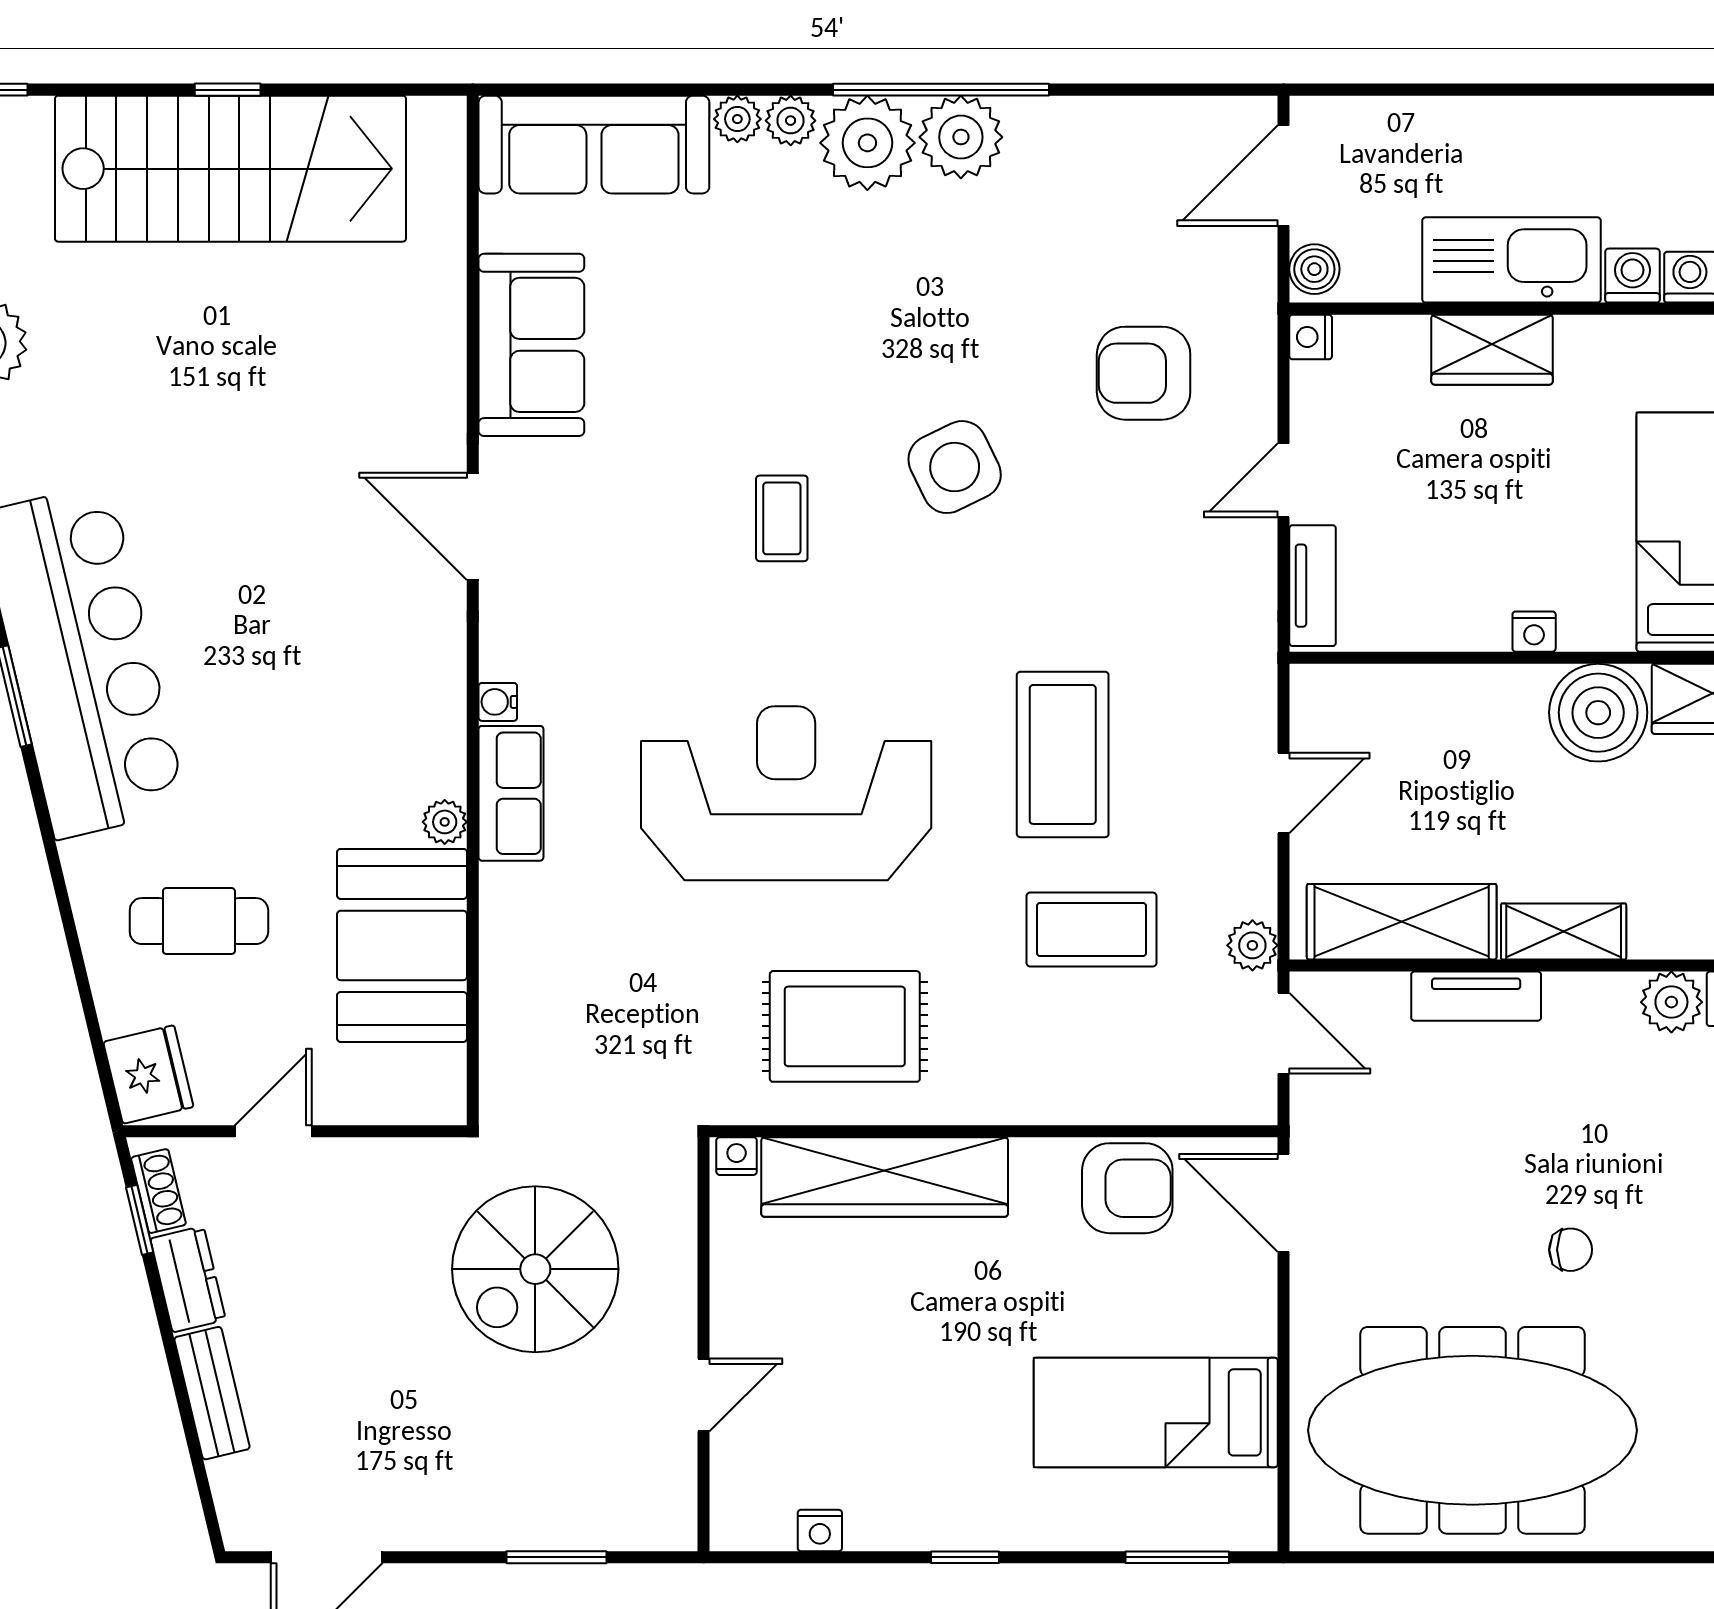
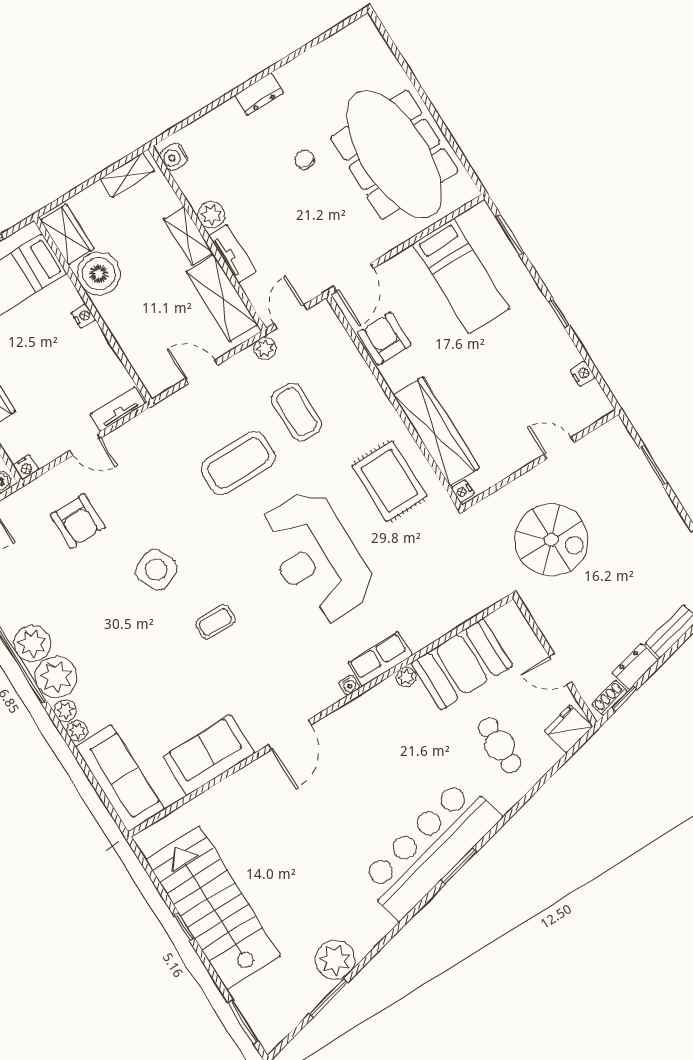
plant: (1671, 1002) -> (211, 215), moved

